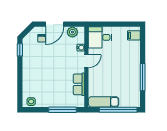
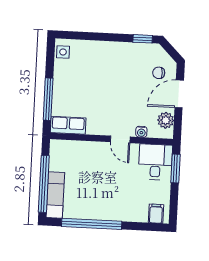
door: (55, 24) -> (179, 94), hinge flipped
window: (104, 24) -> (175, 168), added
window: (143, 77) -> (92, 224), width x1.46
row of seats: (79, 84) -> (68, 125), moved
exam couch: (104, 102) -> (55, 195), moved

